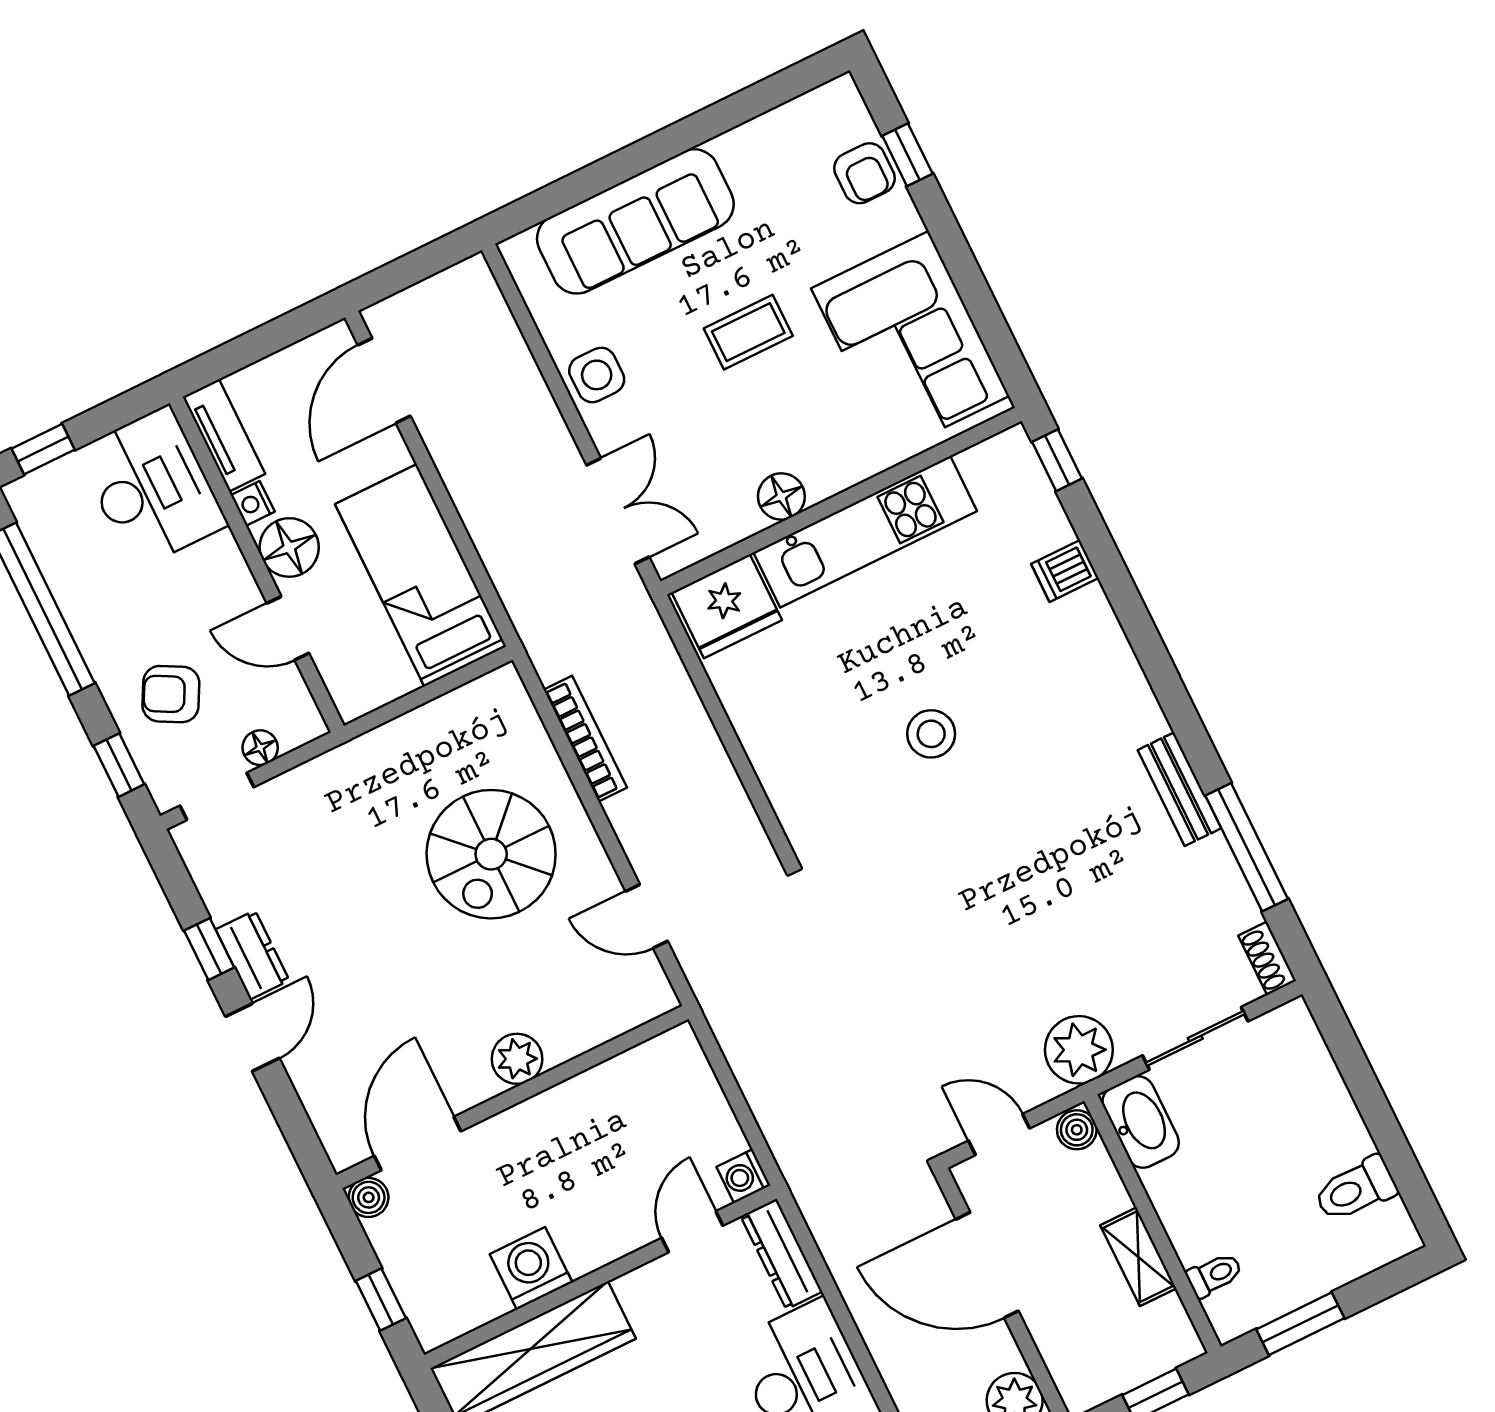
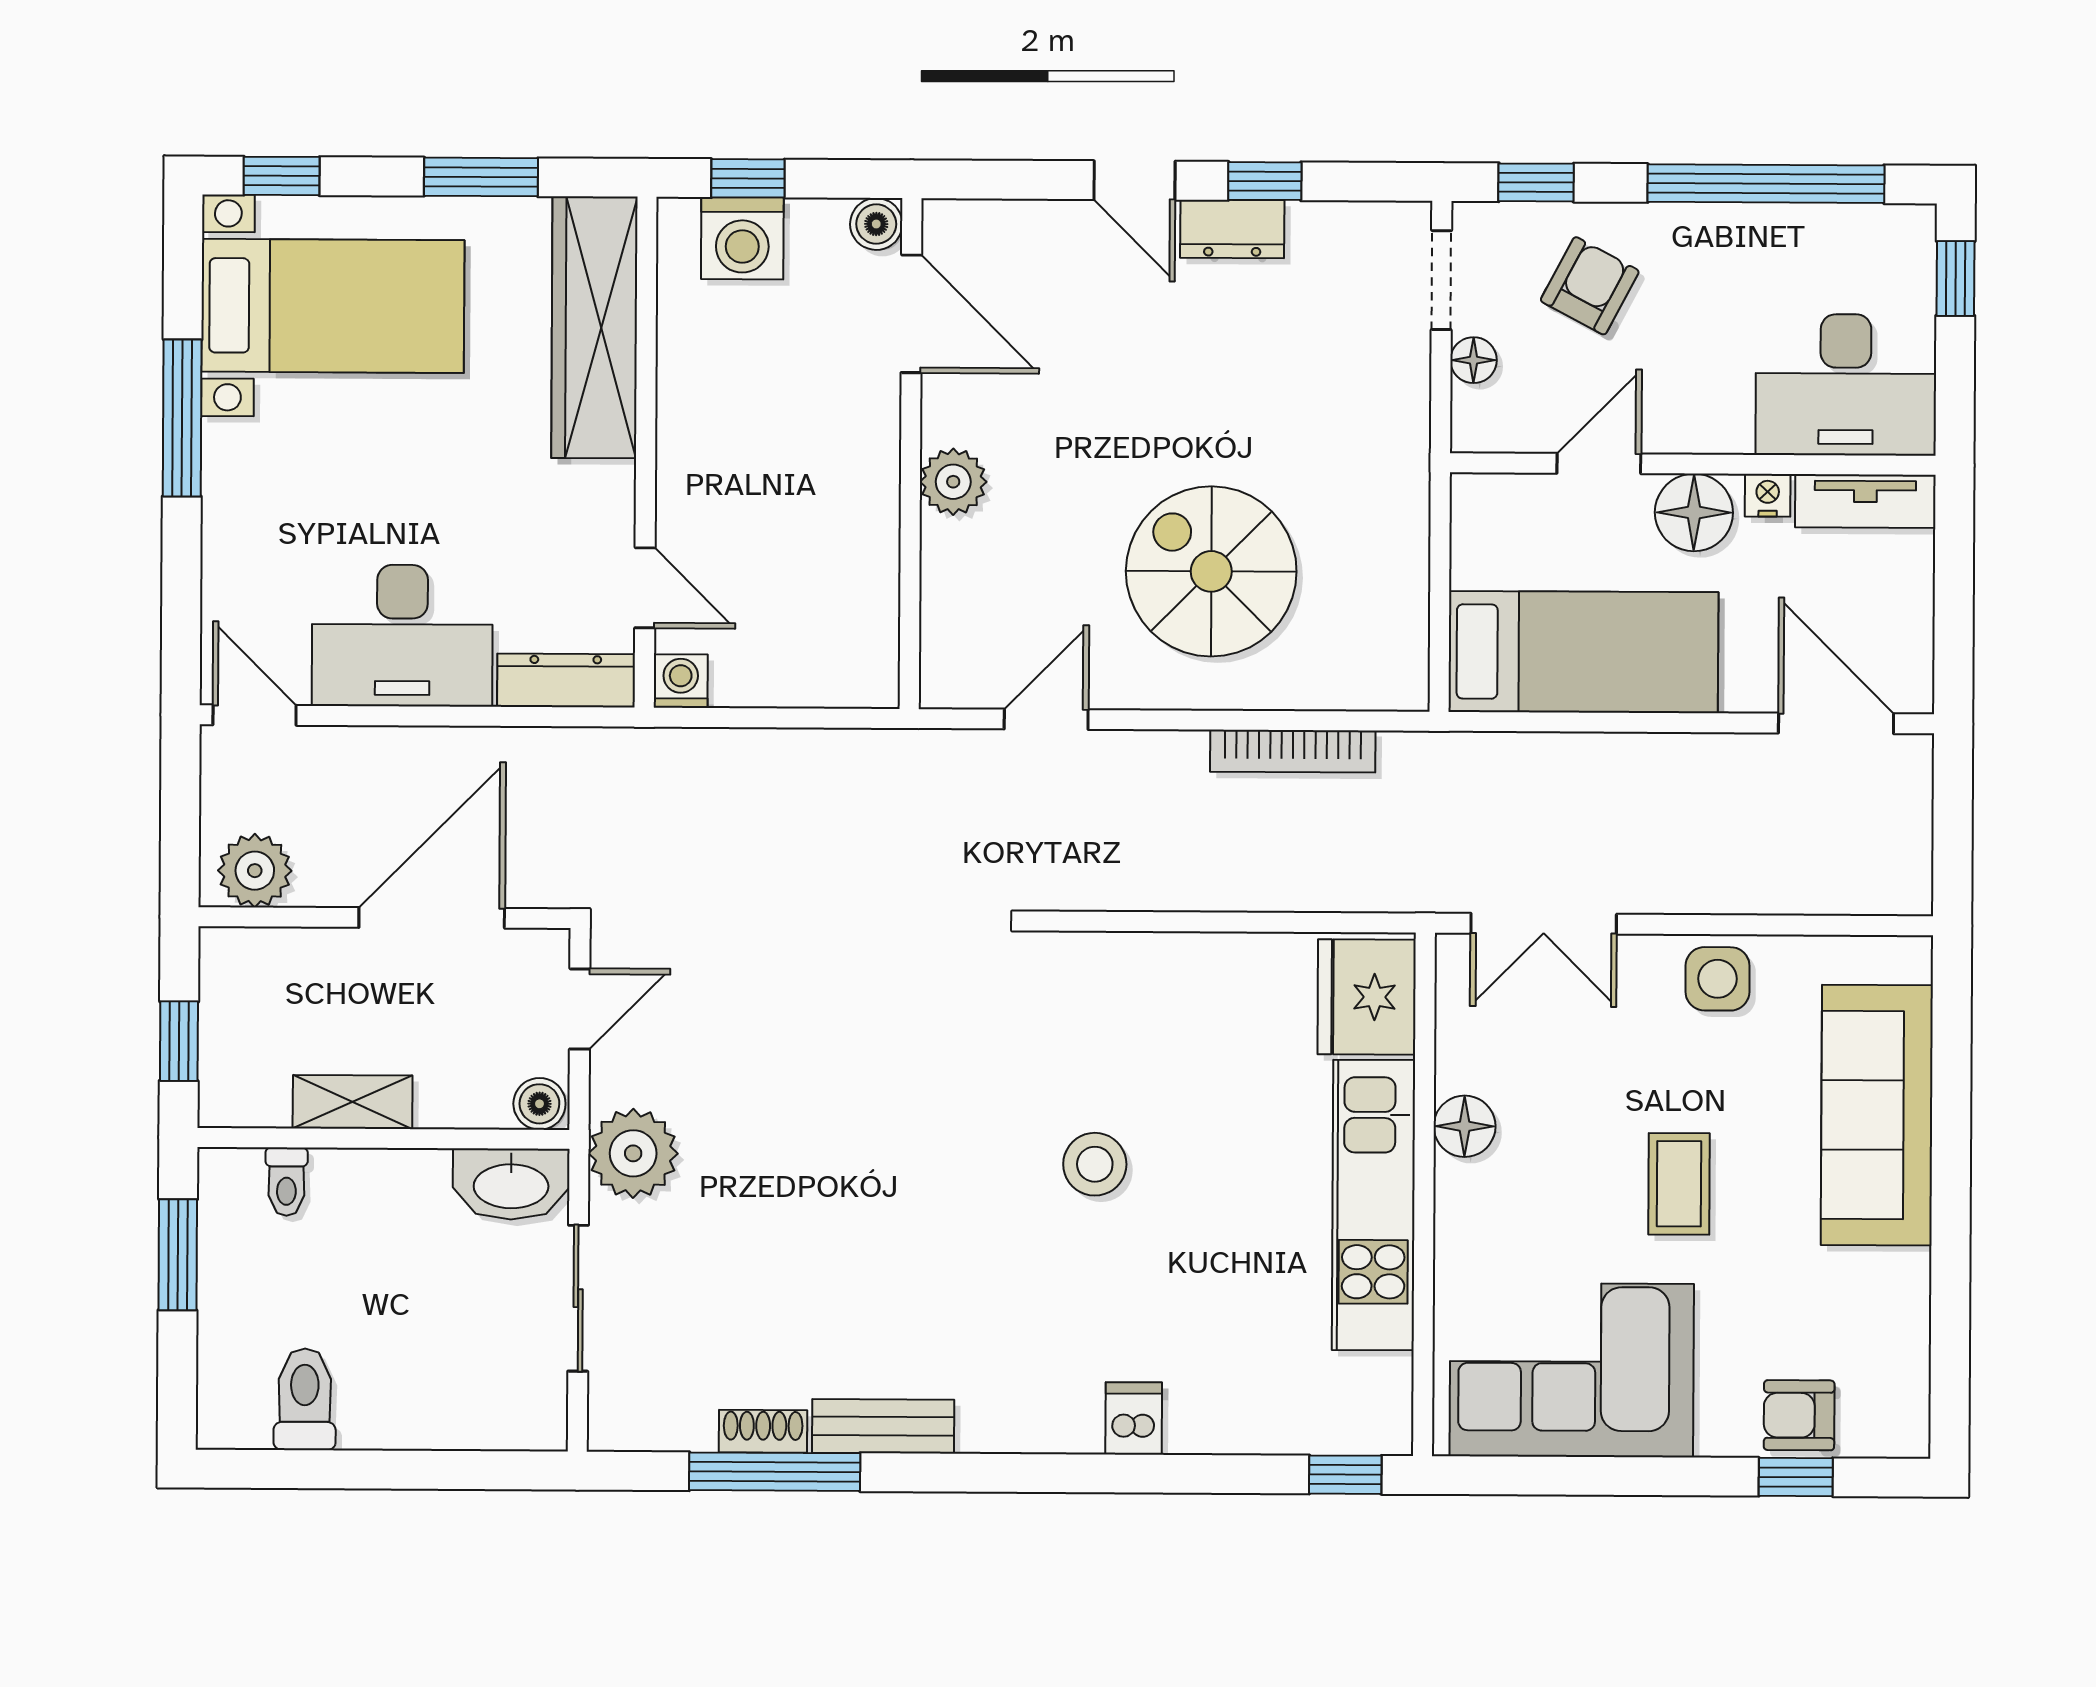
dishwasher: (1065, 571) -> (1134, 1418), moved
shoe rack: (1267, 958) -> (763, 1431), moved
washing machine: (531, 1268) -> (742, 238), moved, turned 90

